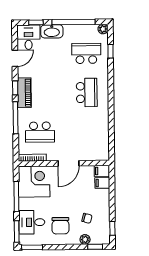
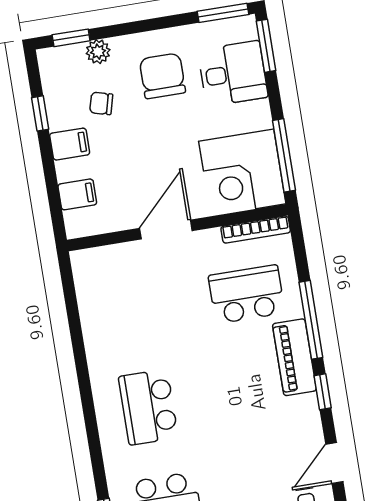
piano: (24, 93) -> (294, 357), moved
filing cabinet: (102, 171) -> (70, 144), moved
window: (16, 196) -> (284, 155), moved
window: (112, 228) -> (40, 113), moved

